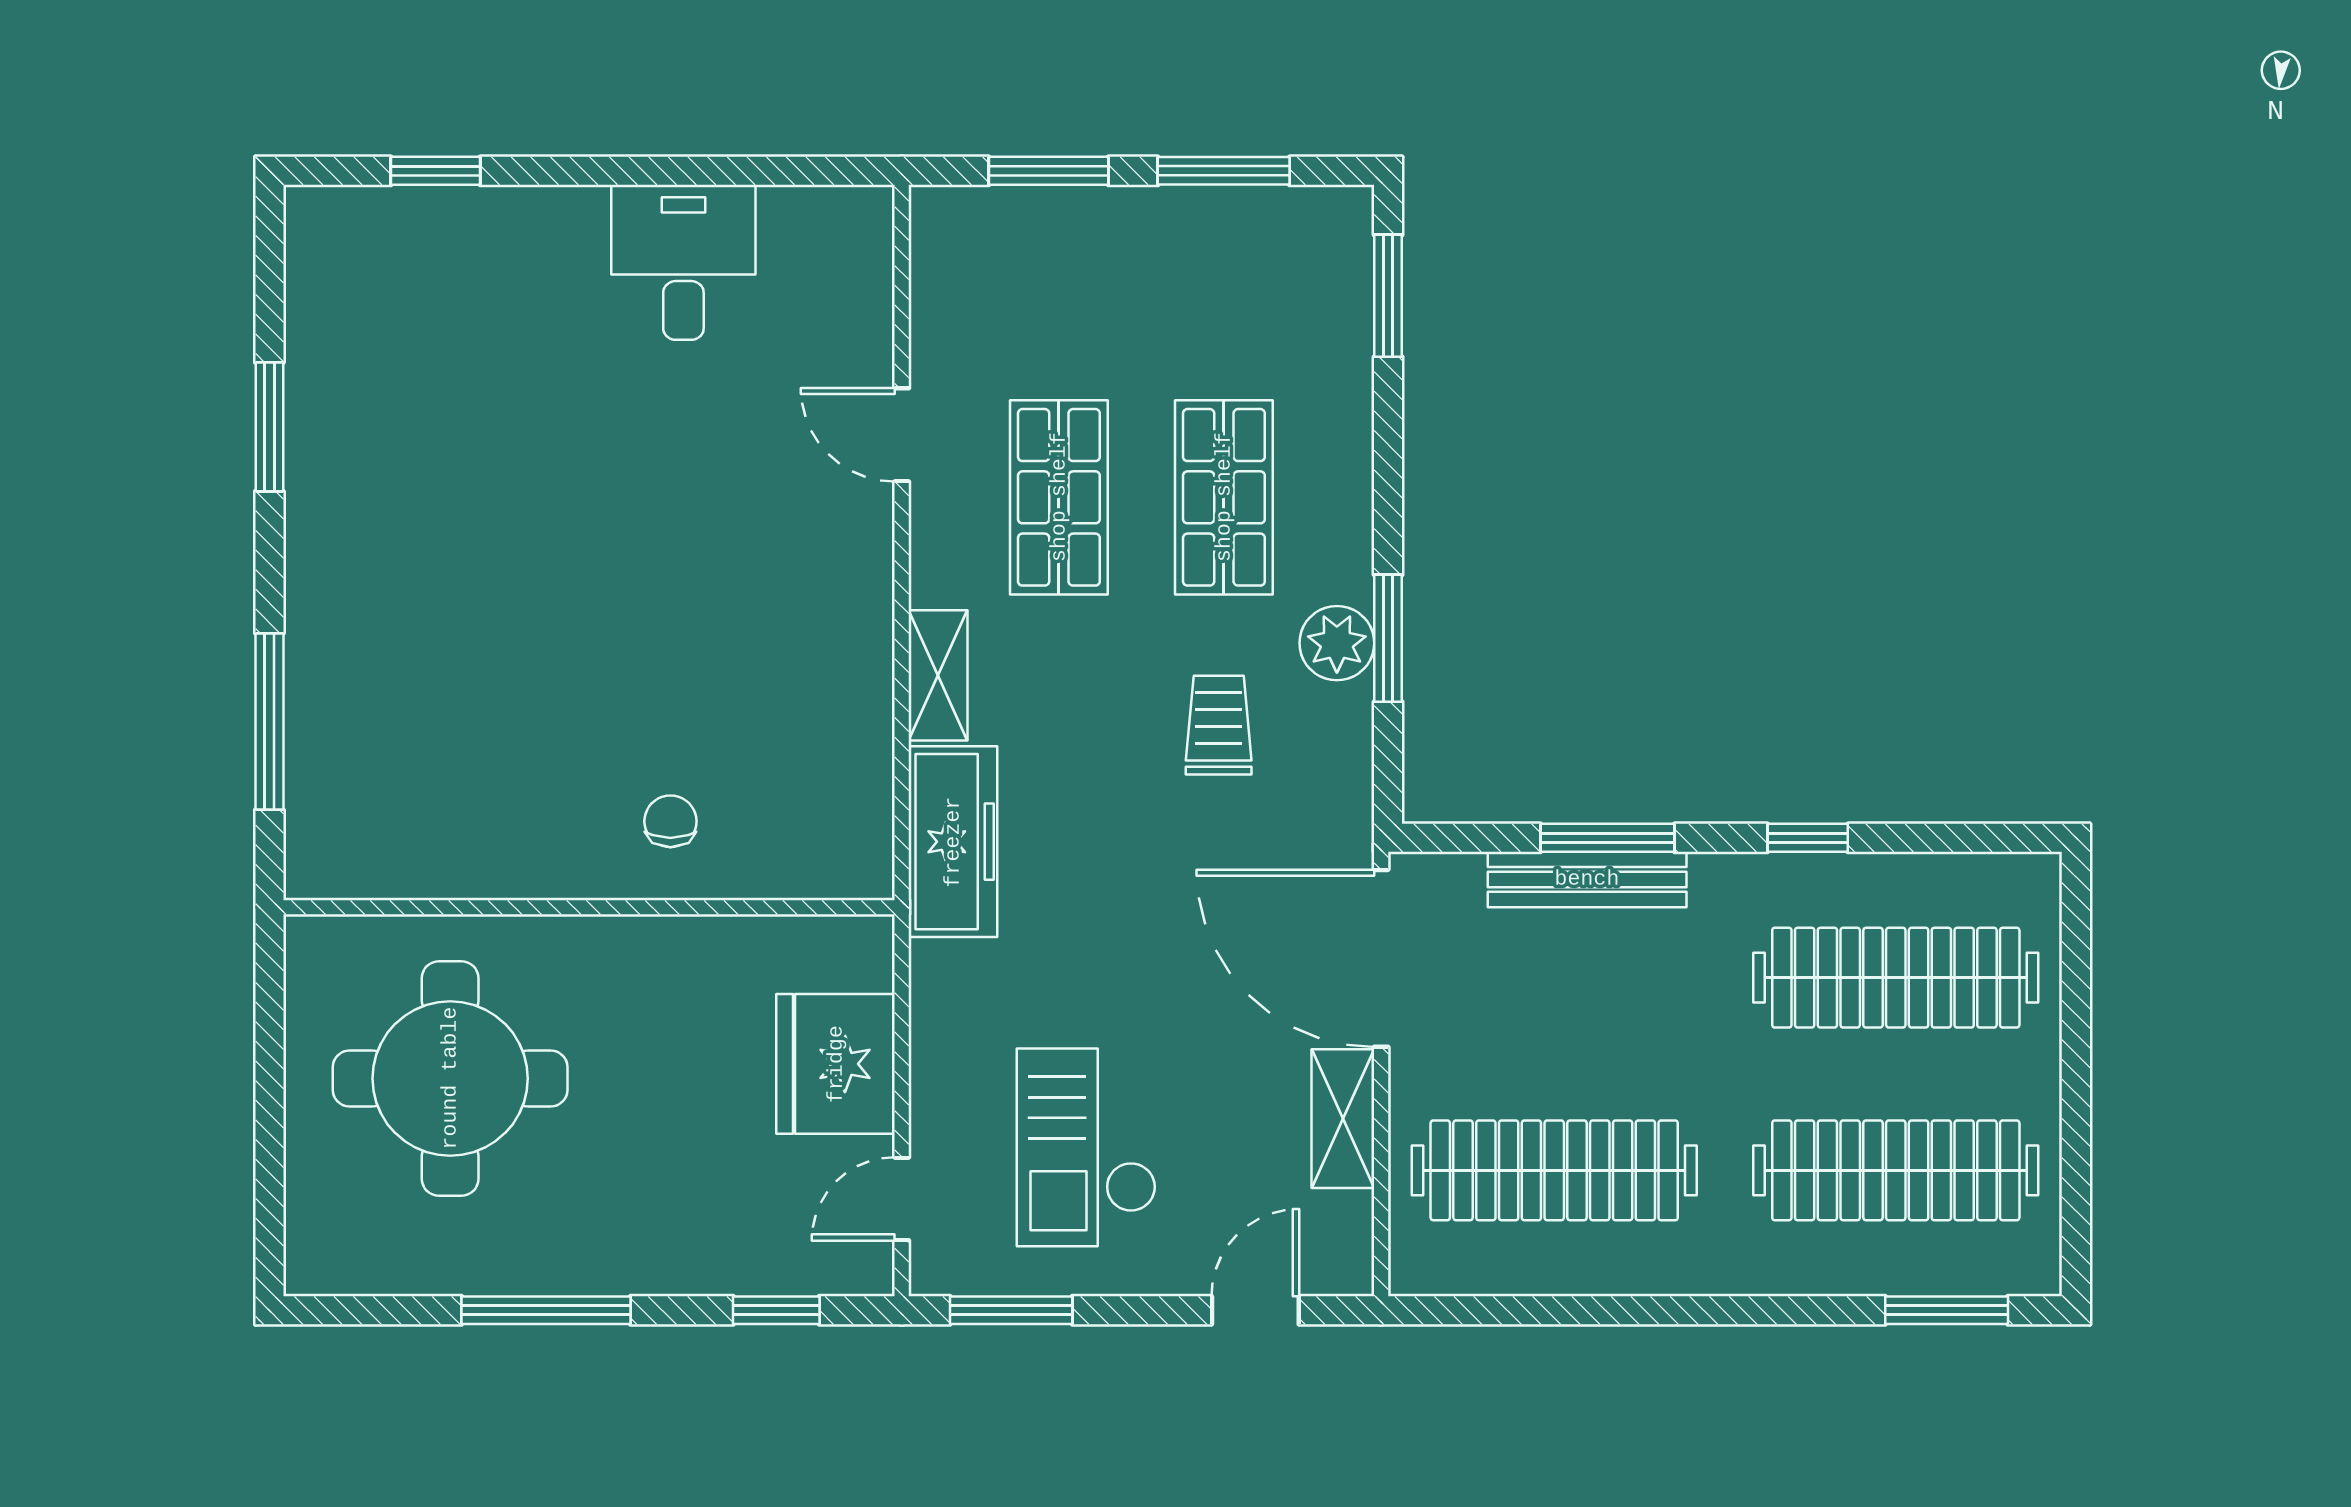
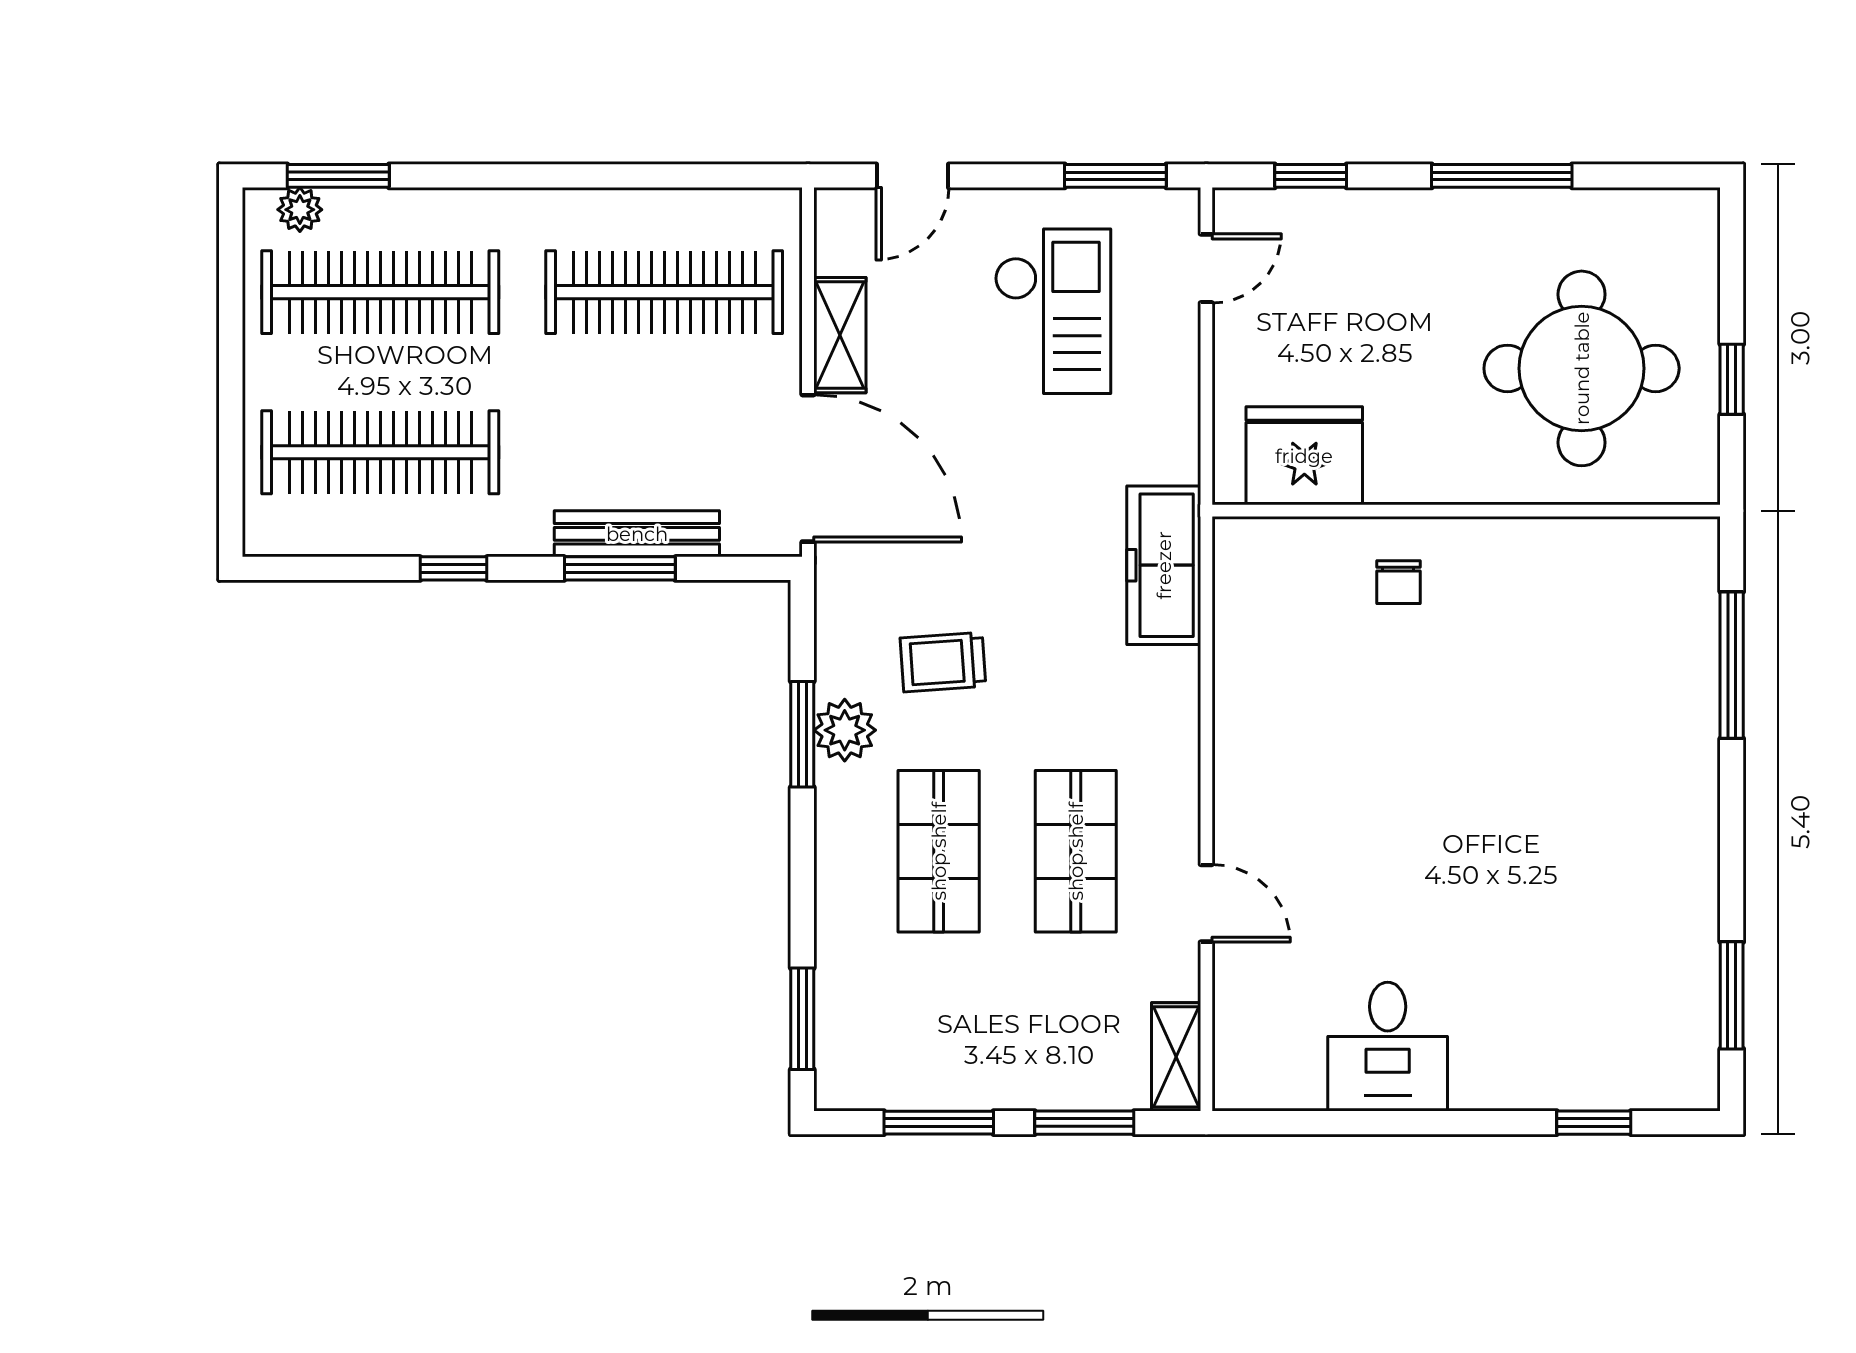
window: (269, 427) -> (1732, 995), moved
shelving: (938, 675) -> (1176, 1057), moved
trolley: (1219, 725) -> (943, 662), turned 86
fridge: (836, 1064) -> (1304, 456), moved, turned -90
window: (269, 1065) -> (1732, 379), added
plant: (1993, 1270) -> (300, 210), added

